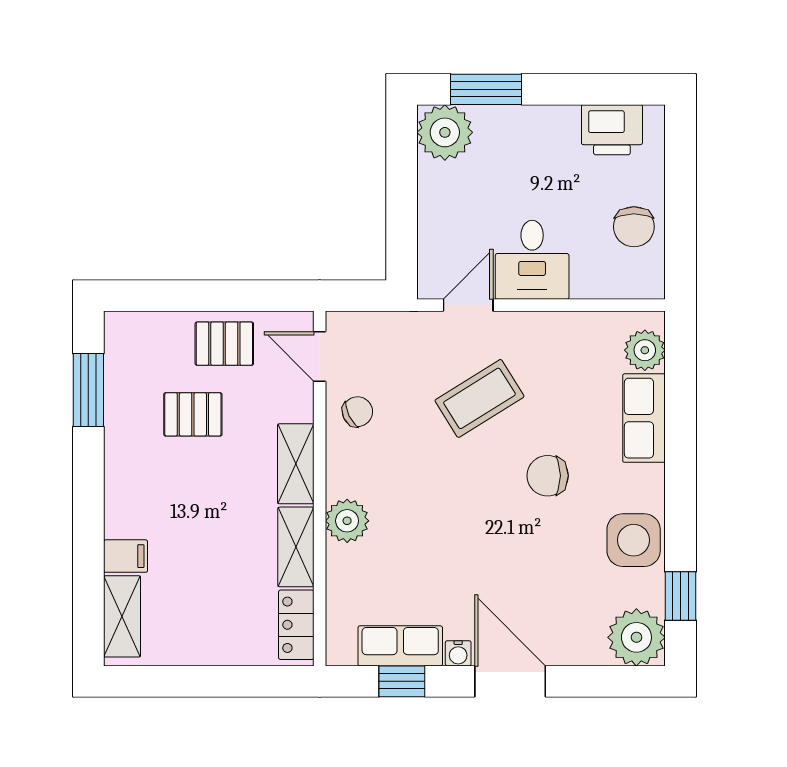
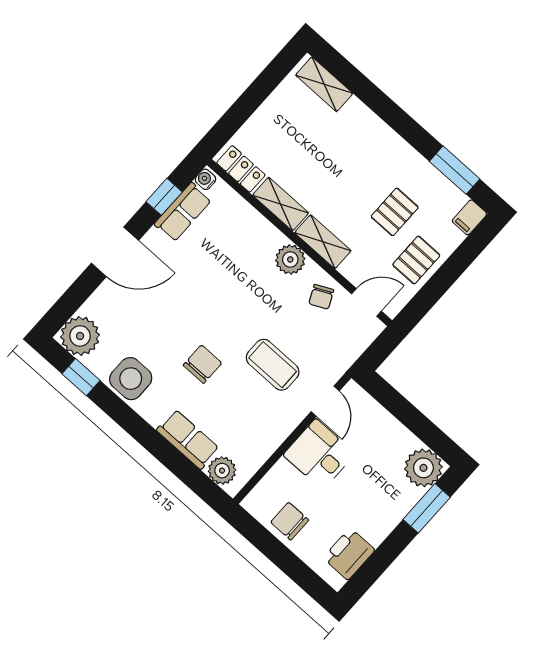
coffee table: (479, 398) -> (273, 365), turned -58
plant: (347, 521) -> (290, 259), moved
filing cabinet: (126, 556) -> (469, 217), moved
water cooler: (458, 653) -> (205, 179), moved

